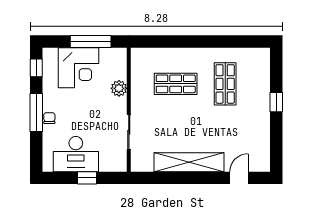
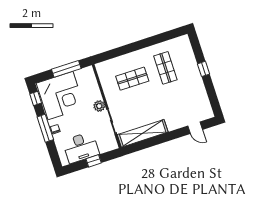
corner desk: (78, 68) -> (61, 96), width x1.36, depth x1.36
plant: (119, 88) -> (99, 106), moved
shelving: (189, 162) -> (143, 133), moved
door: (239, 178) -> (195, 128), swing flipped

